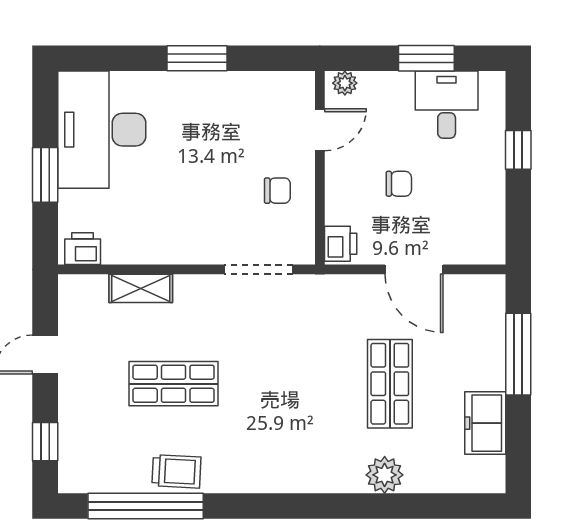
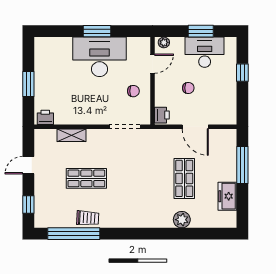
desk: (447, 105) -> (205, 52), width x1.37
desk: (102, 130) -> (100, 57), moved, turned 90

